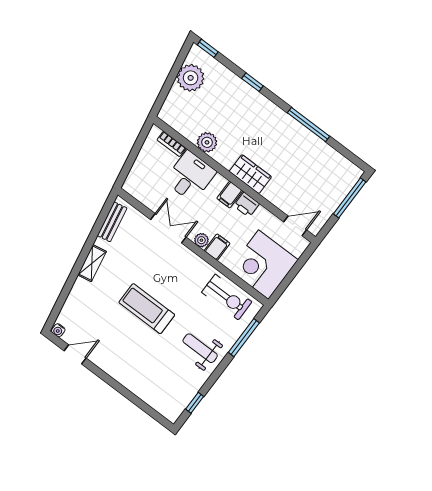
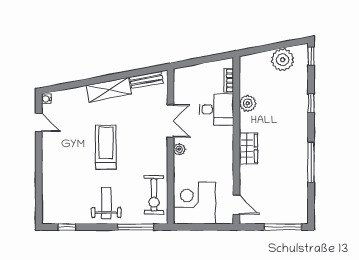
filing cabinet: (230, 195) -> (224, 145), removed
printer: (247, 205) -> (226, 161), removed
filing cabinet: (217, 247) -> (183, 163), removed
shelving: (92, 263) -> (109, 90), width x1.50, depth x1.33

